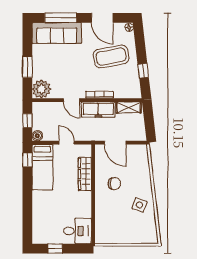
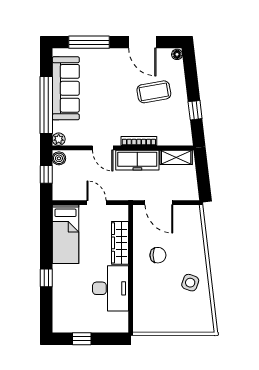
sofa: (57, 33) -> (66, 88), moved, turned -90
coffee table: (111, 56) -> (154, 92), width x0.73, depth x0.76
window: (27, 67) -> (46, 105), width x2.11
plant: (41, 89) -> (59, 139), width x0.53, depth x0.53
boiler: (37, 136) -> (59, 158), moved
window: (27, 160) -> (46, 278), moved
desk: (77, 231) -> (111, 288), moved, width x1.37

